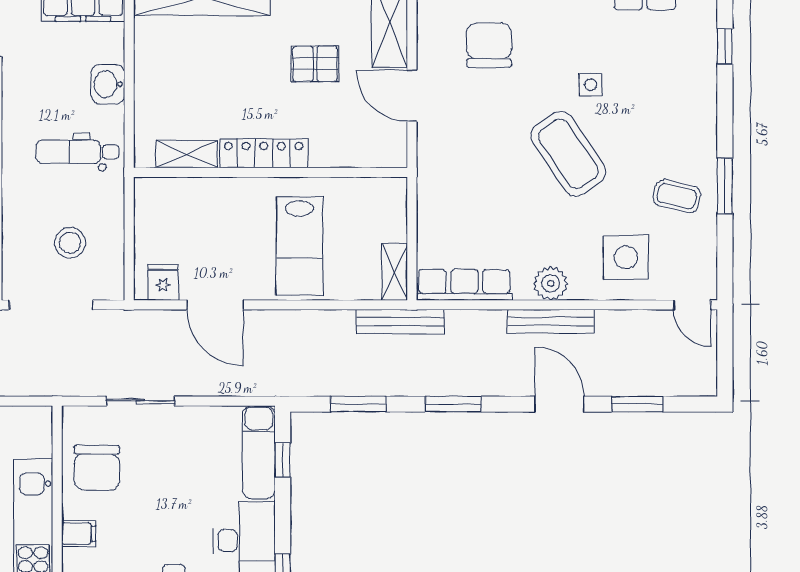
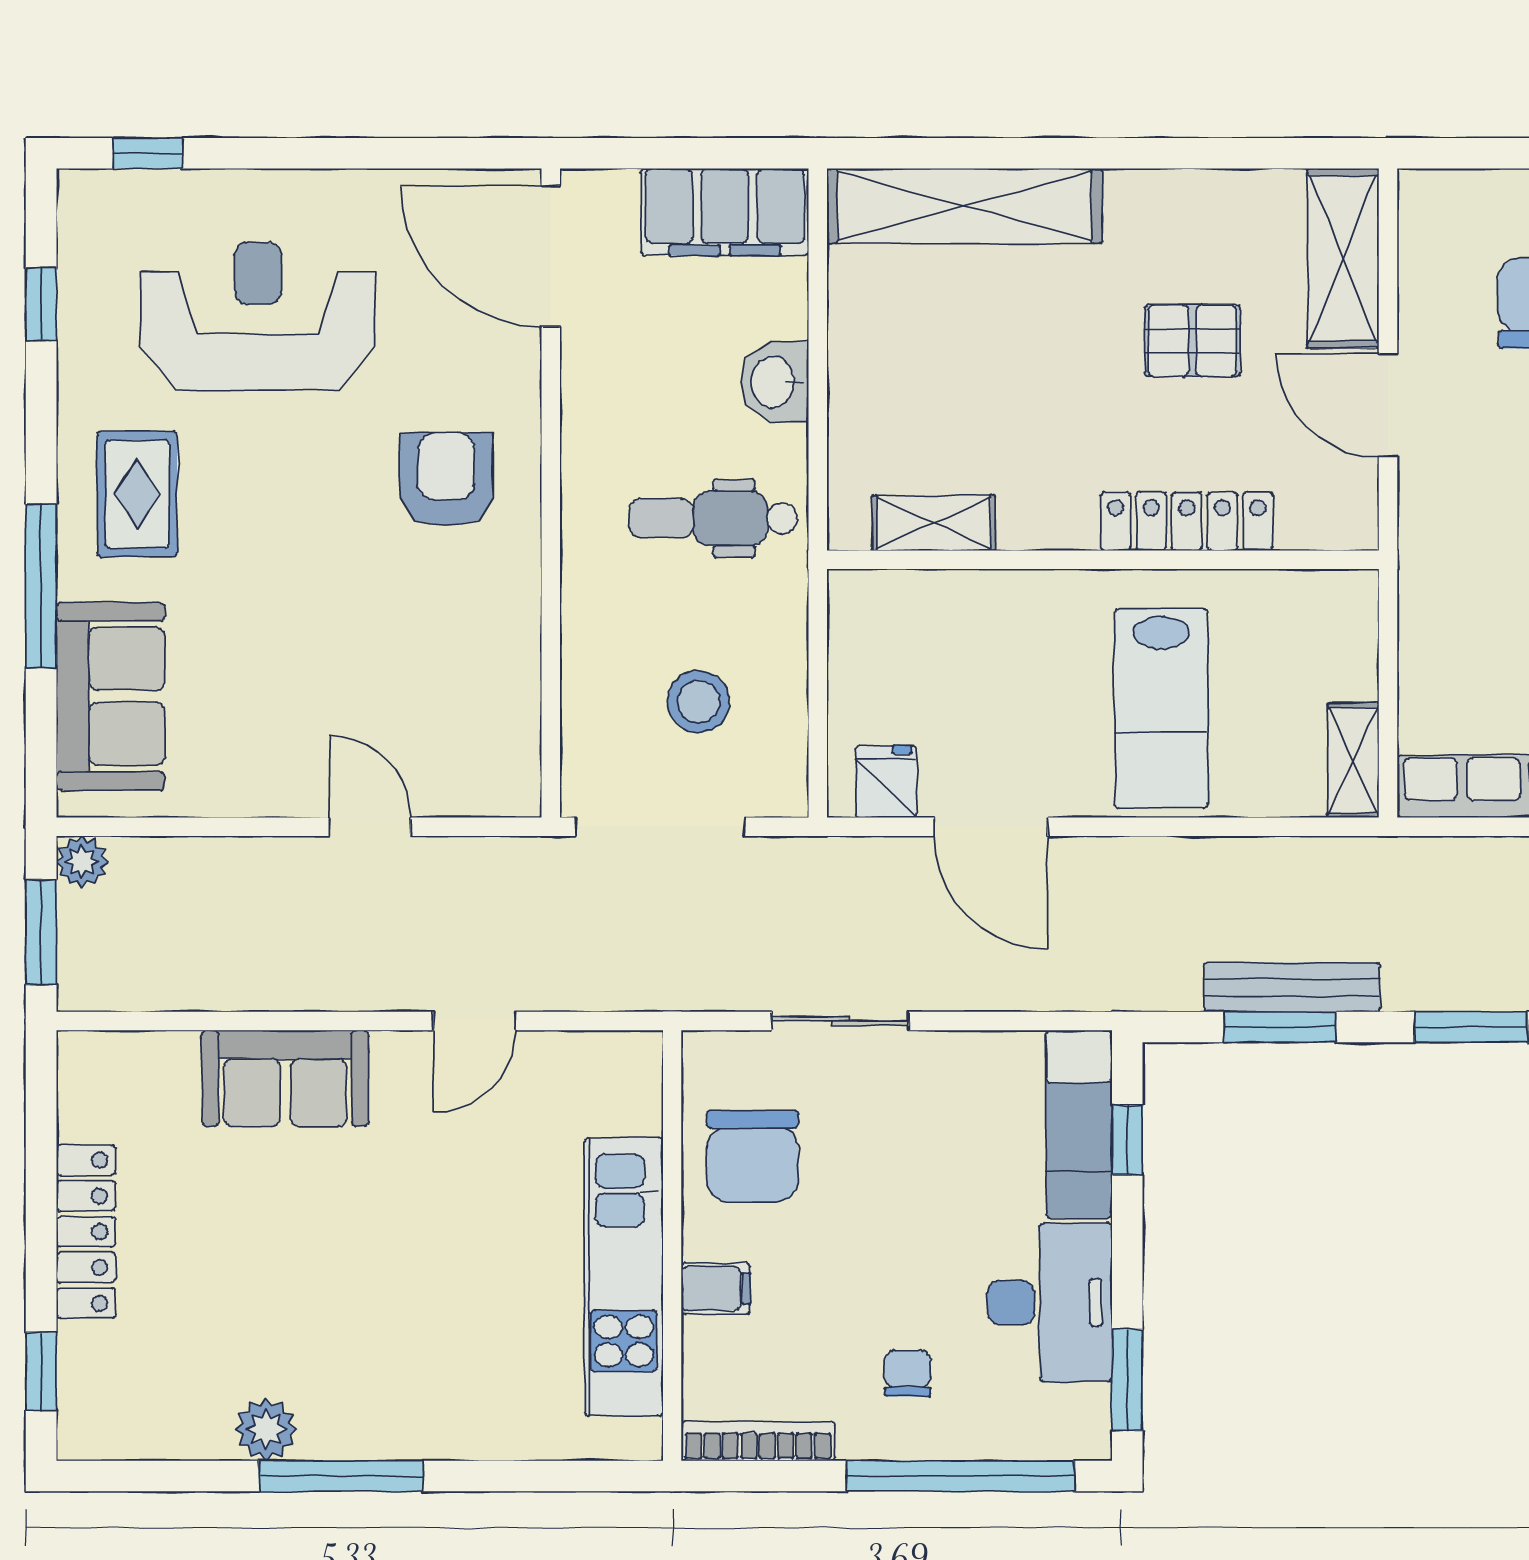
locker: (264, 153) -> (1187, 521), moved
bench: (400, 322) -> (1292, 987), moved

